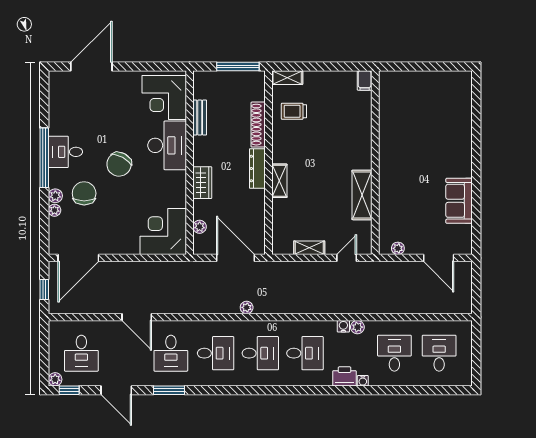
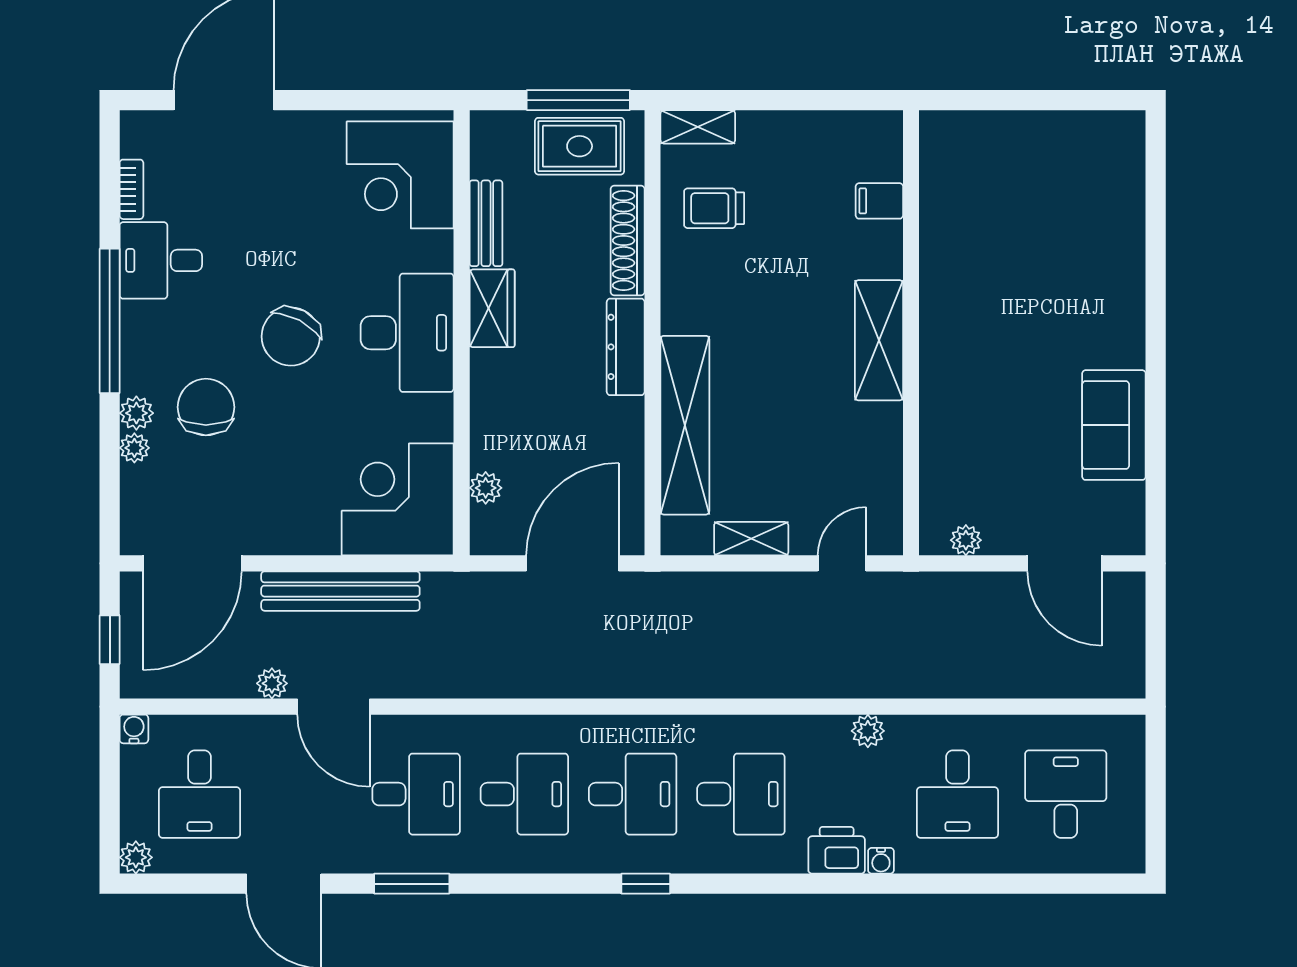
filing cabinet: (365, 80) -> (879, 201), moved, turned 90
rug: (238, 86) -> (580, 146), added
bookcase: (53, 103) -> (131, 189), added
desk: (167, 145) -> (407, 333), moved
desk: (65, 152) -> (161, 260), moved
shelving: (279, 181) -> (685, 425), width x2.20, depth x1.33
wardrobe: (202, 183) -> (492, 308), moved
shelving: (362, 195) -> (879, 340), moved
door: (235, 258) -> (572, 563), hinge flipped
bench: (140, 269) -> (340, 591), added
plant: (247, 307) -> (272, 683), moved
water cooler: (343, 326) -> (134, 729), moved
desk: (171, 353) -> (416, 794), turned -90
desk: (394, 353) -> (957, 794), turned 180
window: (69, 390) -> (646, 884), moved

